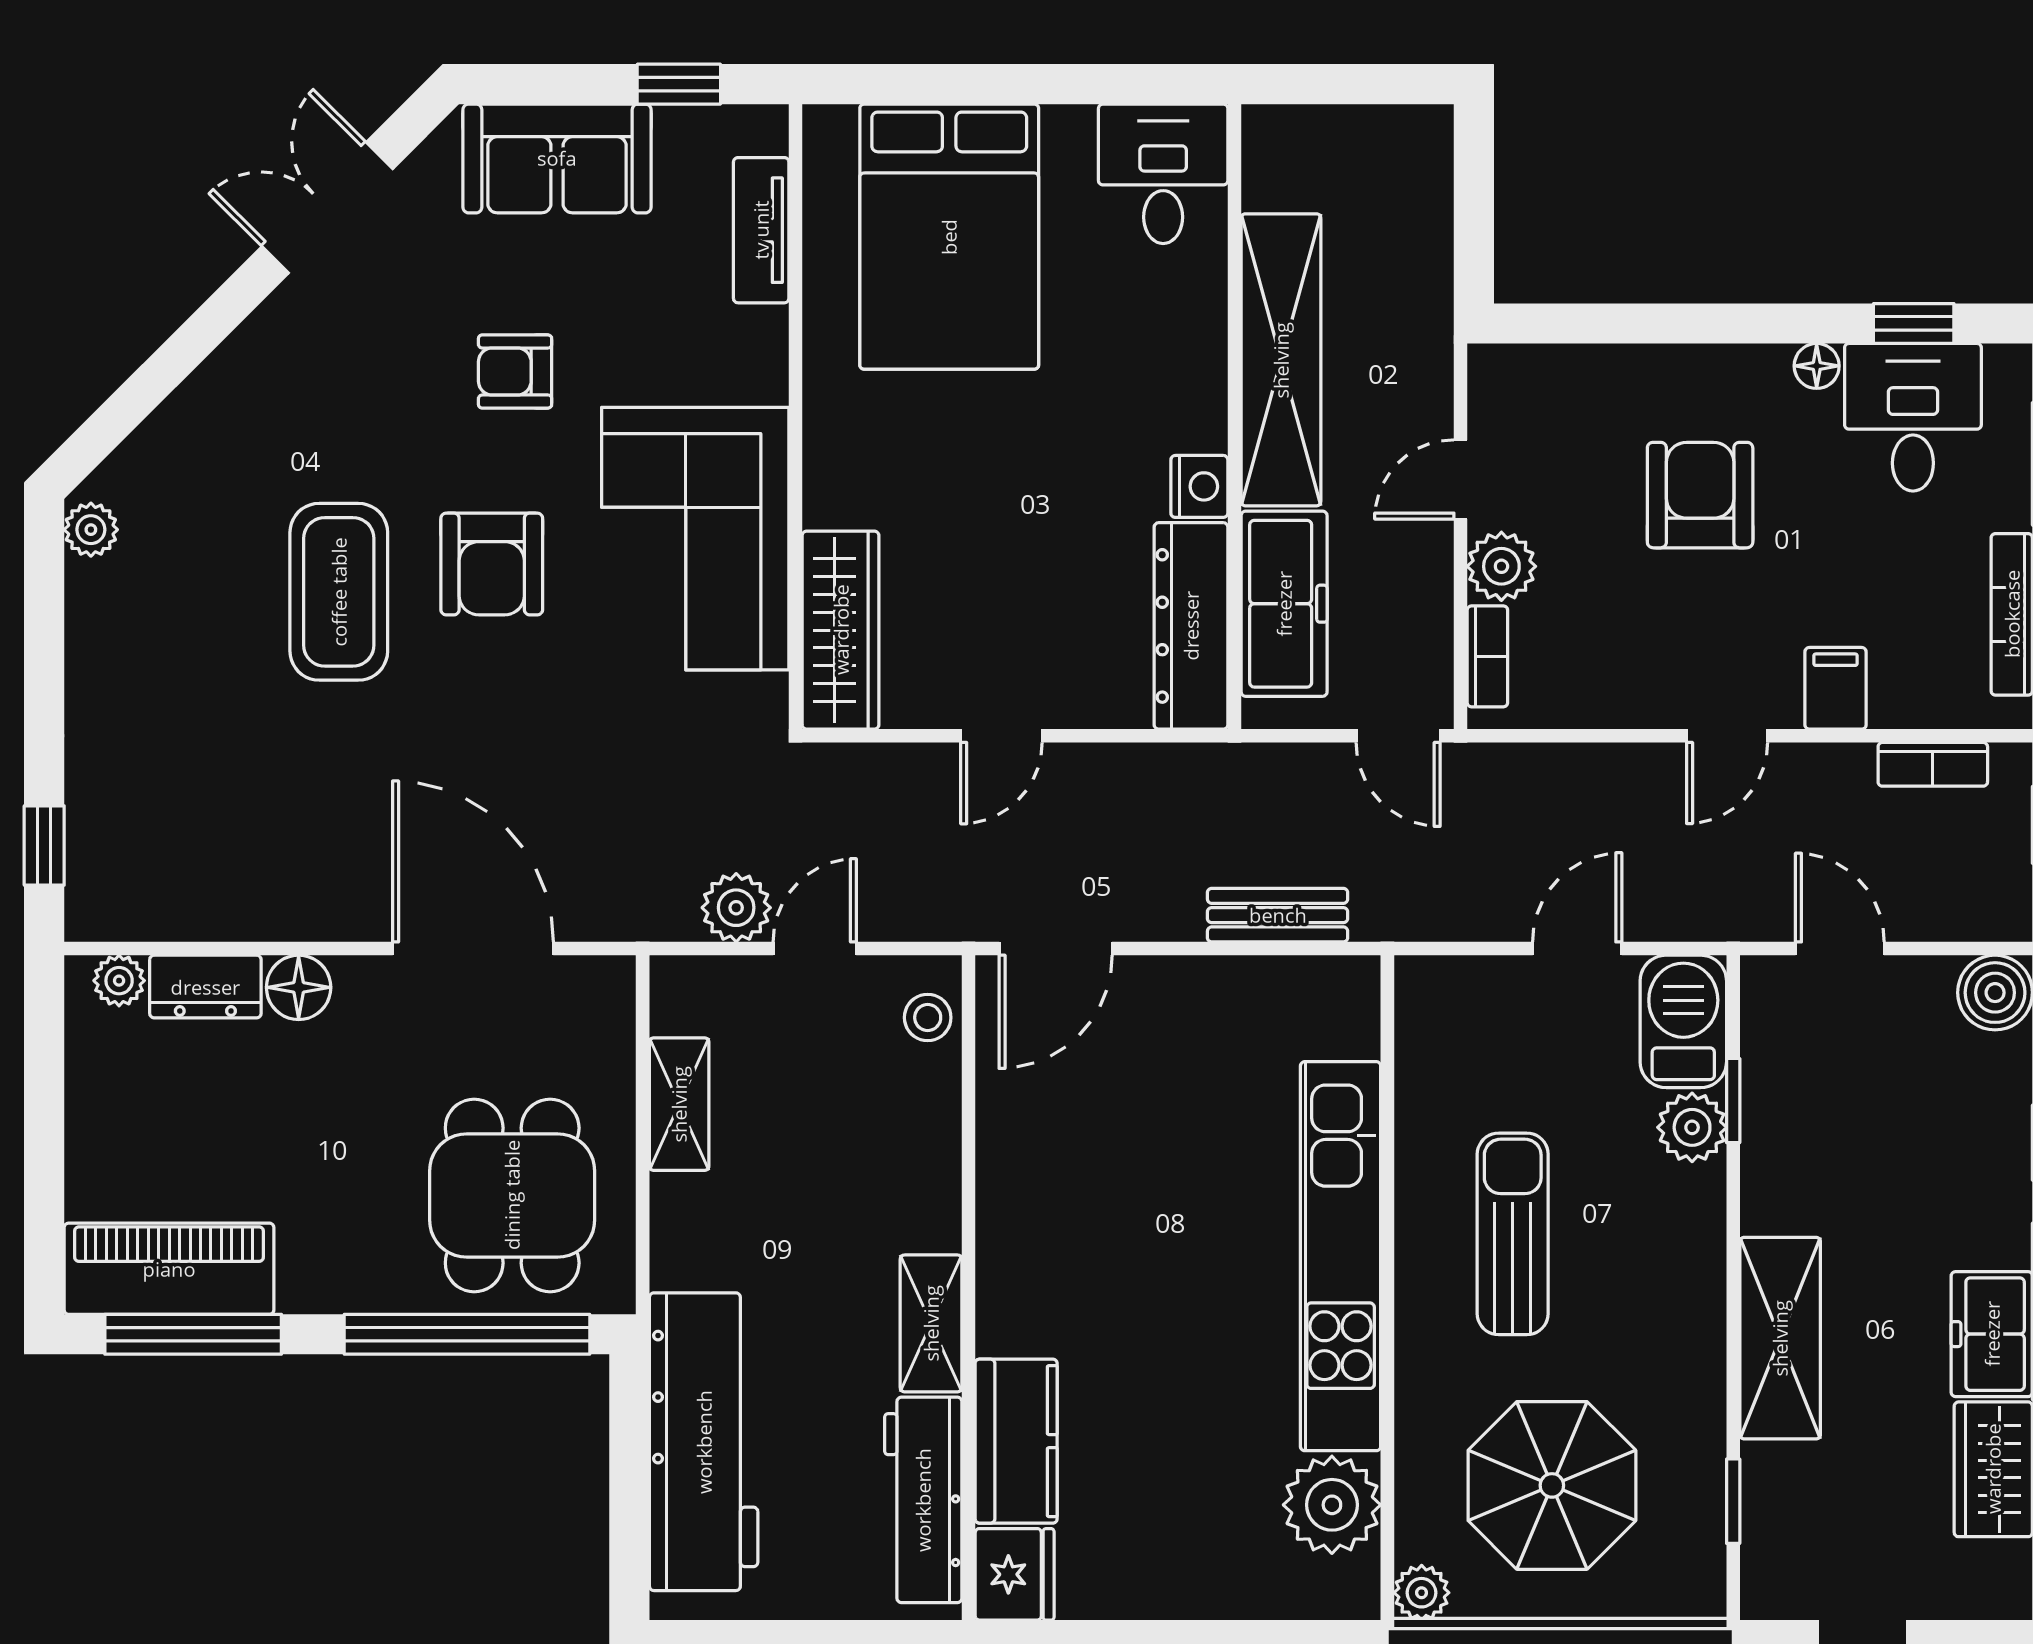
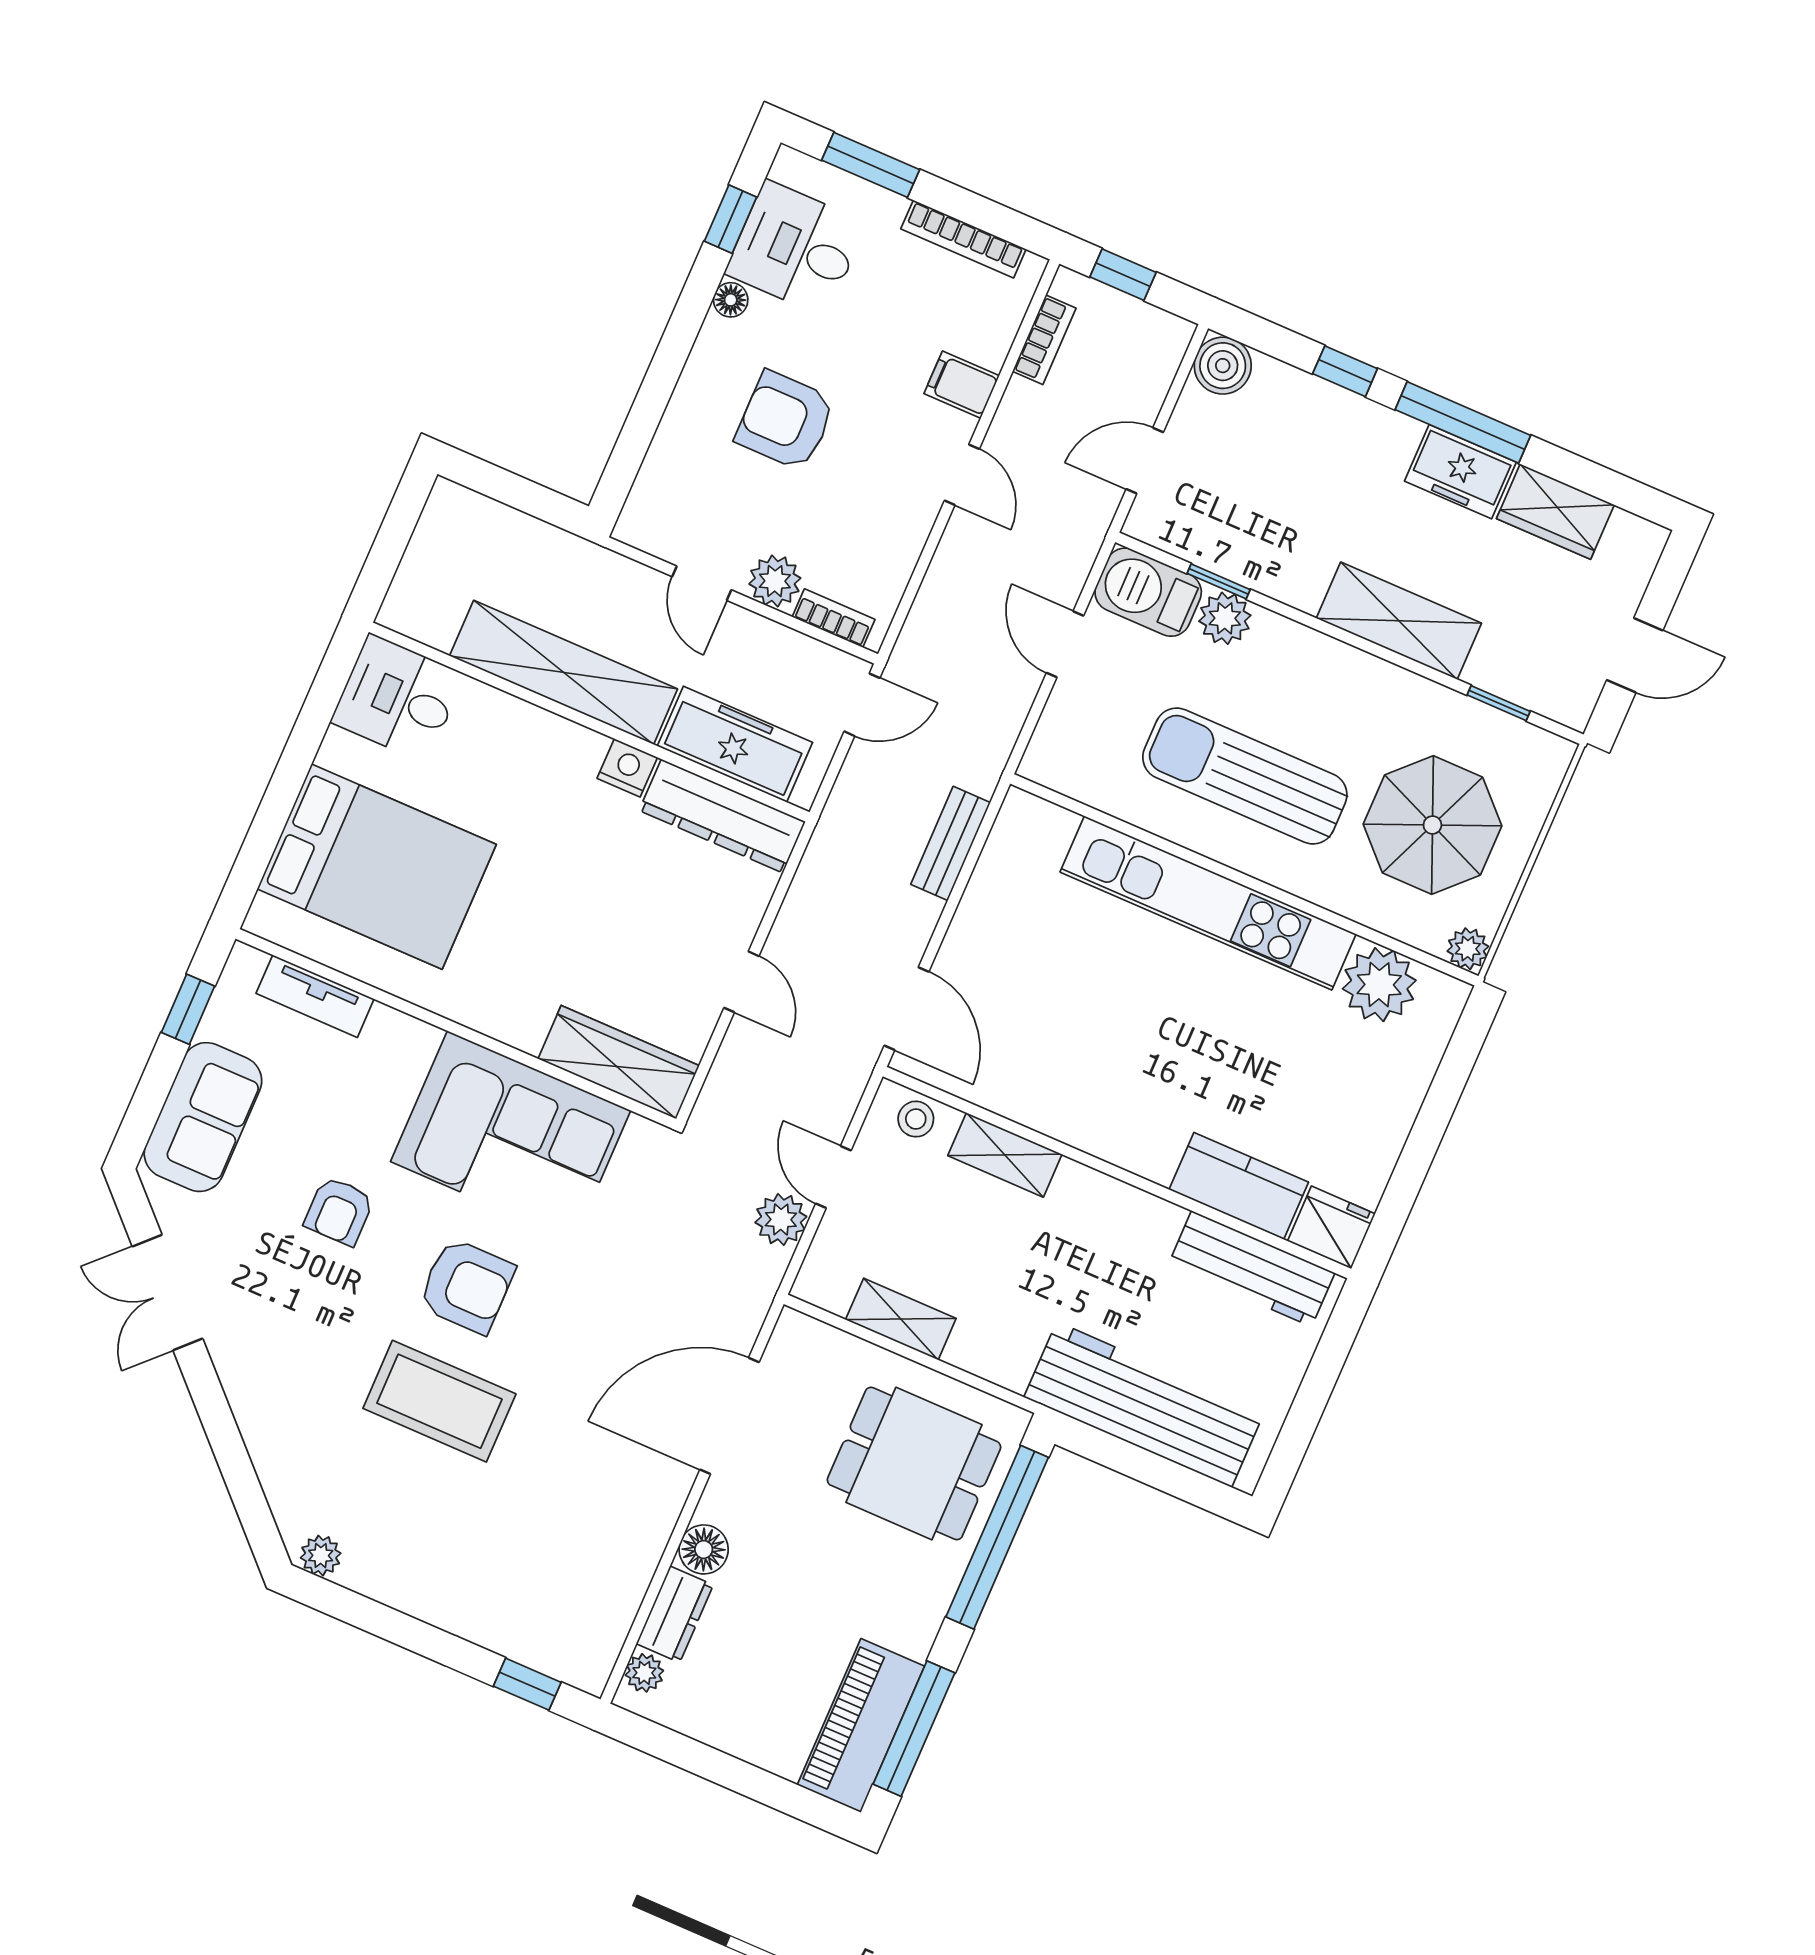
sun lounger: (1513, 1234) -> (1245, 776), width x1.36, depth x1.34
shelving: (931, 1323) -> (1005, 1155), moved

